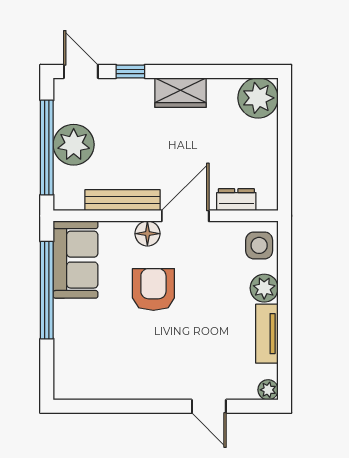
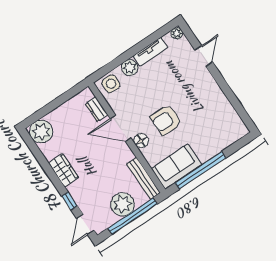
bench: (123, 200) -> (143, 178), moved

